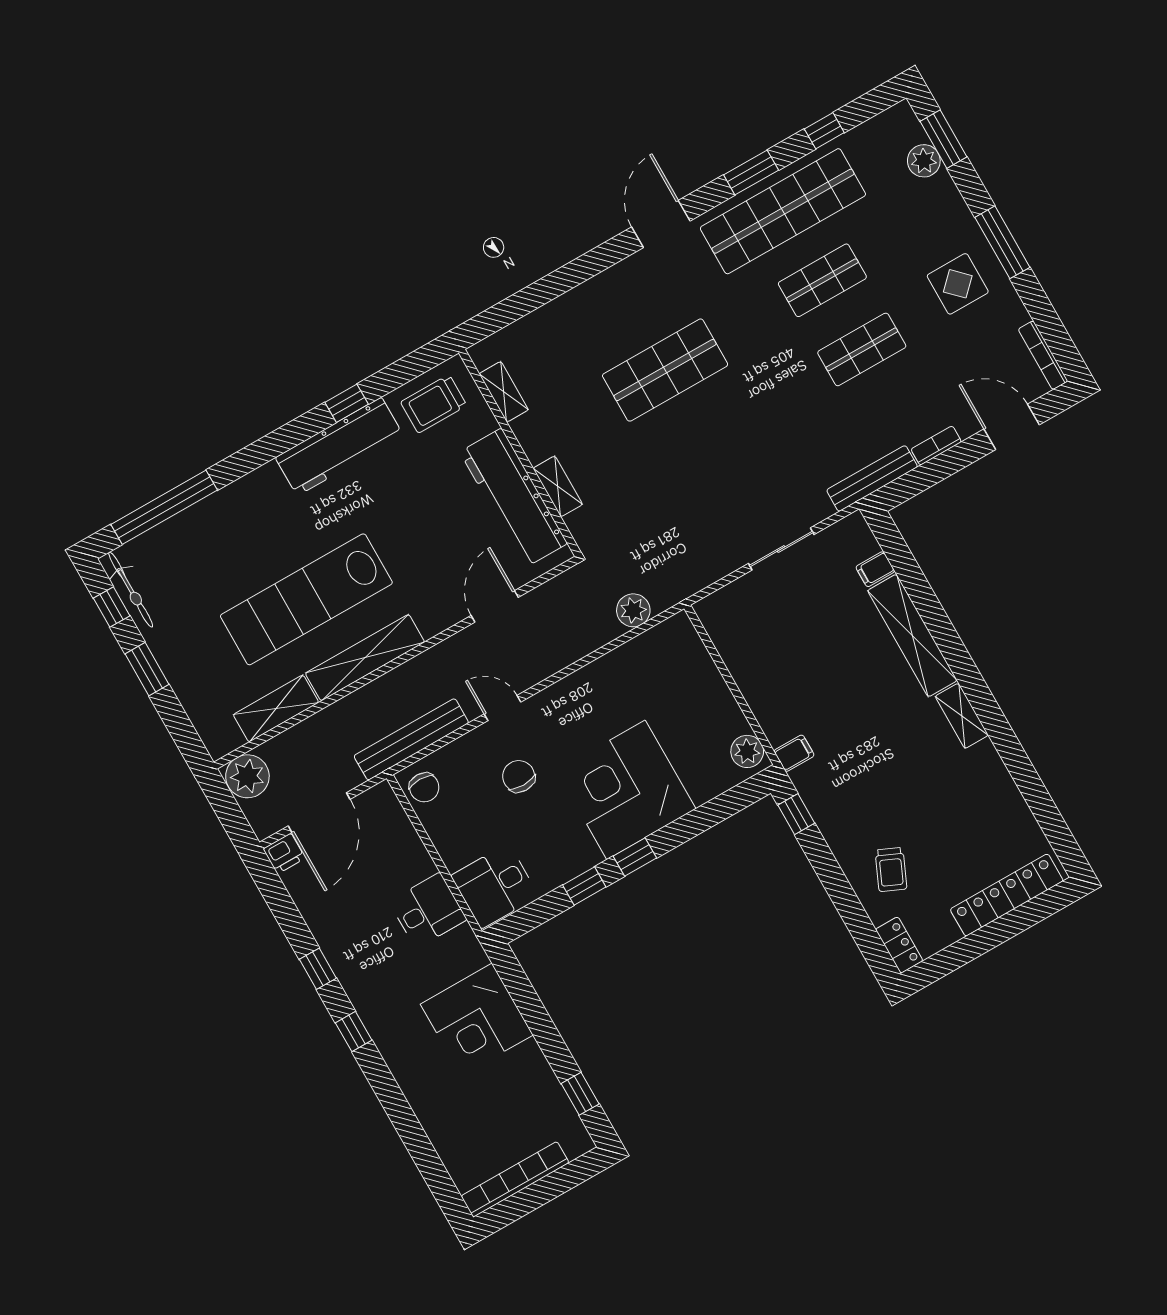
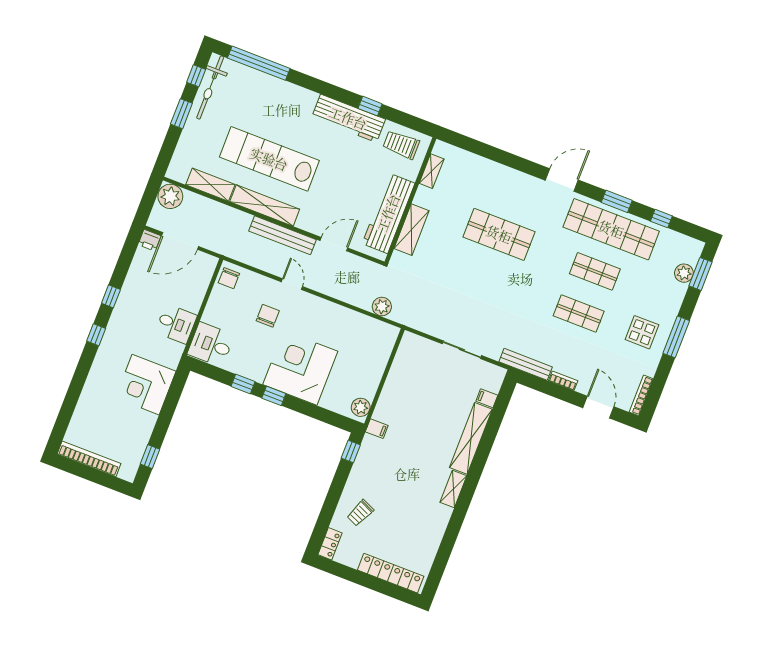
shelving: (558, 486) -> (412, 230), width x1.50, depth x1.33
bicycle: (131, 590) -> (210, 87), width x1.37, depth x1.40
bench: (411, 739) -> (282, 235), moved

